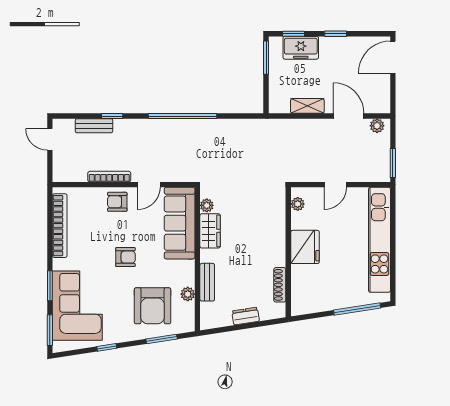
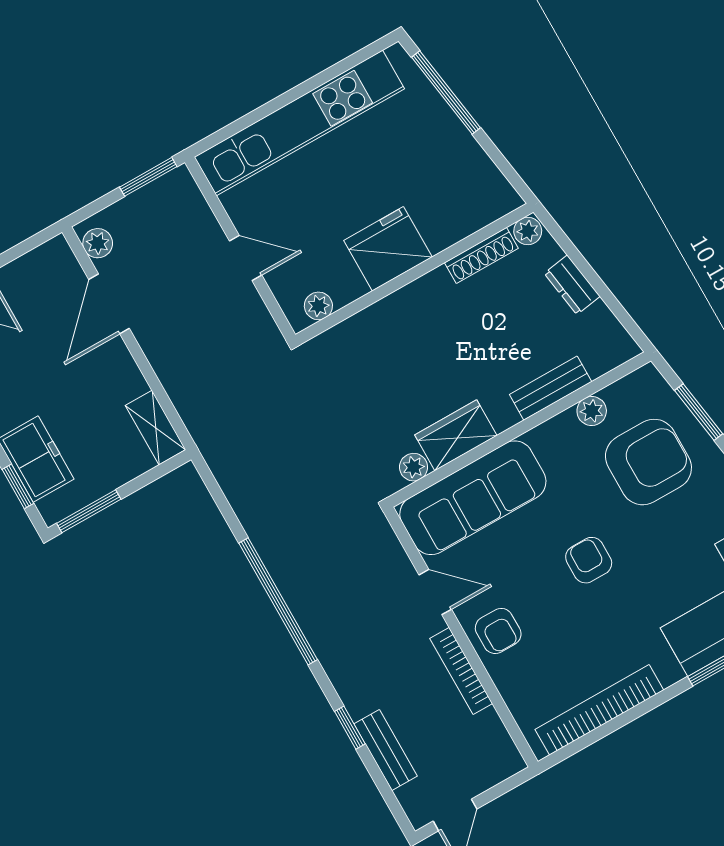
shelving: (307, 106) -> (156, 428), moved
plant: (279, 310) -> (528, 231), added

